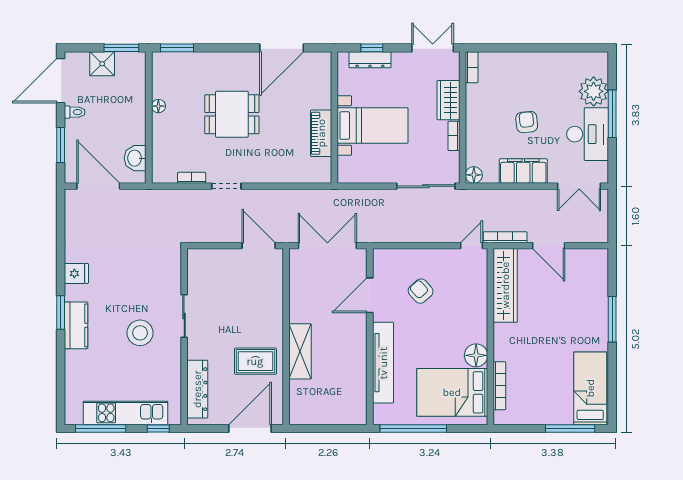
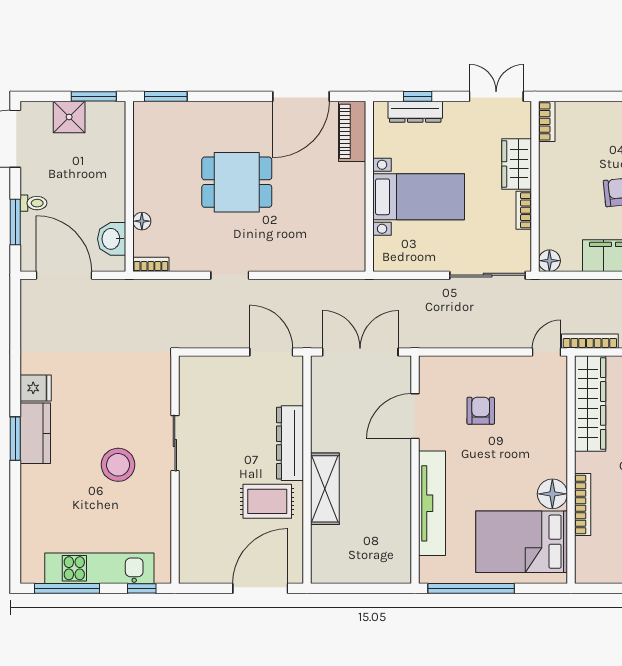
floor lamp: (158, 106) -> (142, 221), moved
toilet: (75, 112) -> (33, 203), moved
piano: (321, 133) -> (352, 131), moved
bookcase: (192, 178) -> (151, 264), moved
armchair: (421, 291) -> (481, 411), turned 42
kitchen counter: (76, 325) -> (35, 433), moved
bookcase: (499, 386) -> (583, 505), moved
dresser: (197, 389) -> (290, 443), moved, turned 180

